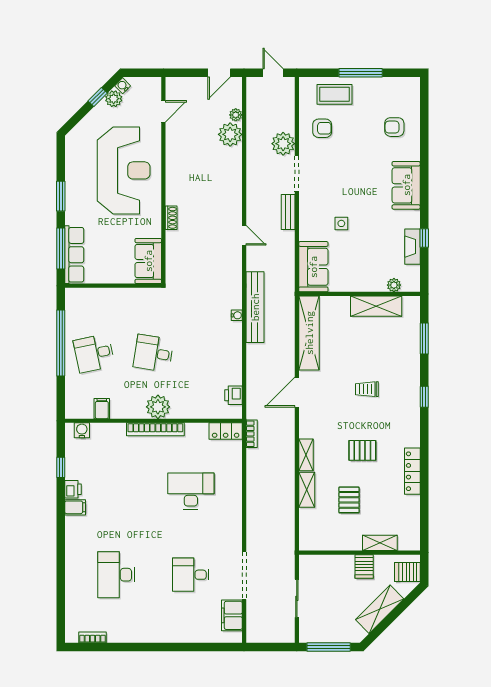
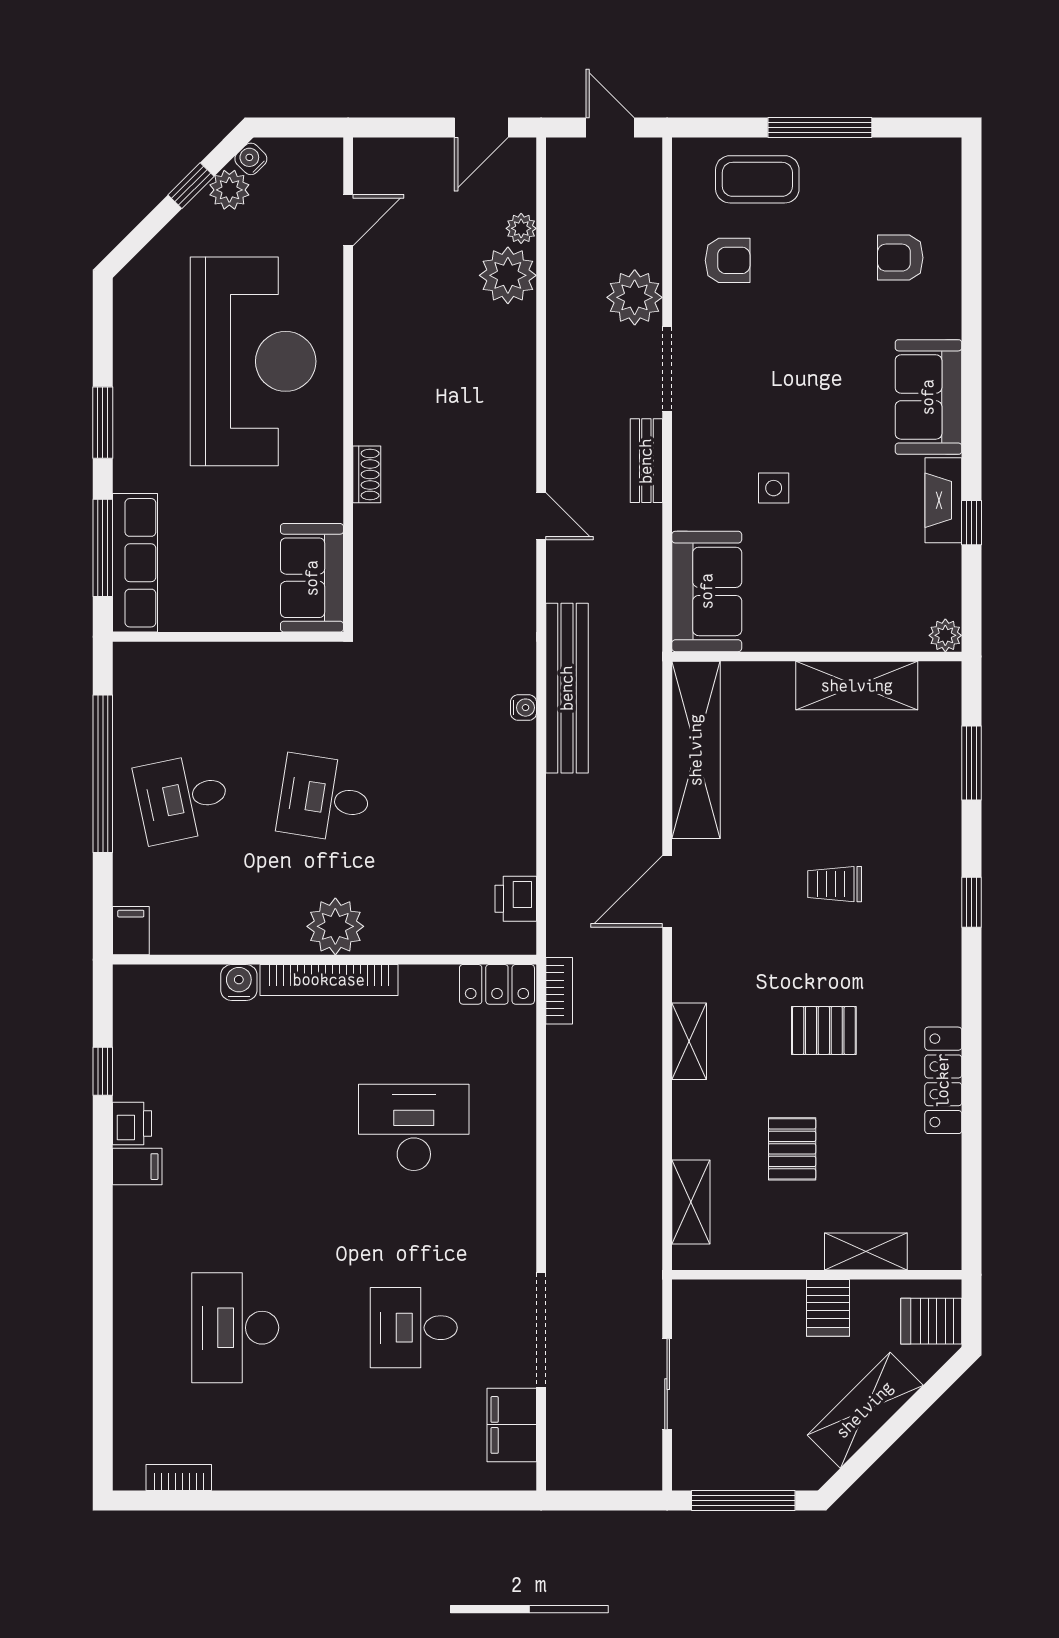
fireplace: (412, 247) -> (943, 500), moved
plant: (394, 285) -> (945, 635), moved
filing cabinet: (102, 409) -> (131, 931), moved
water cooler: (82, 430) -> (239, 983), moved
shelving: (307, 490) -> (691, 1202), moved

